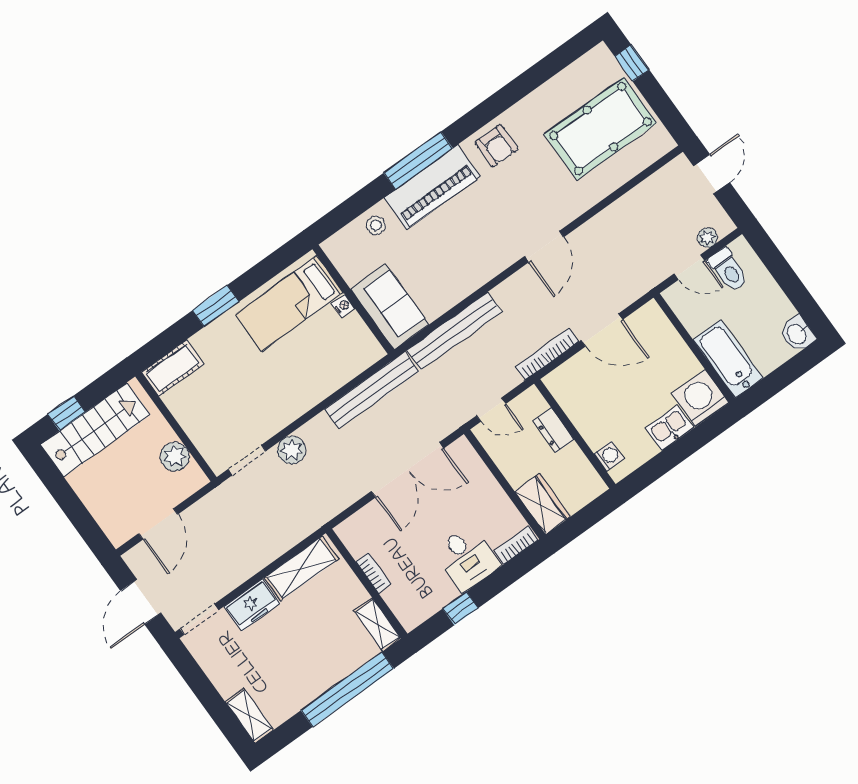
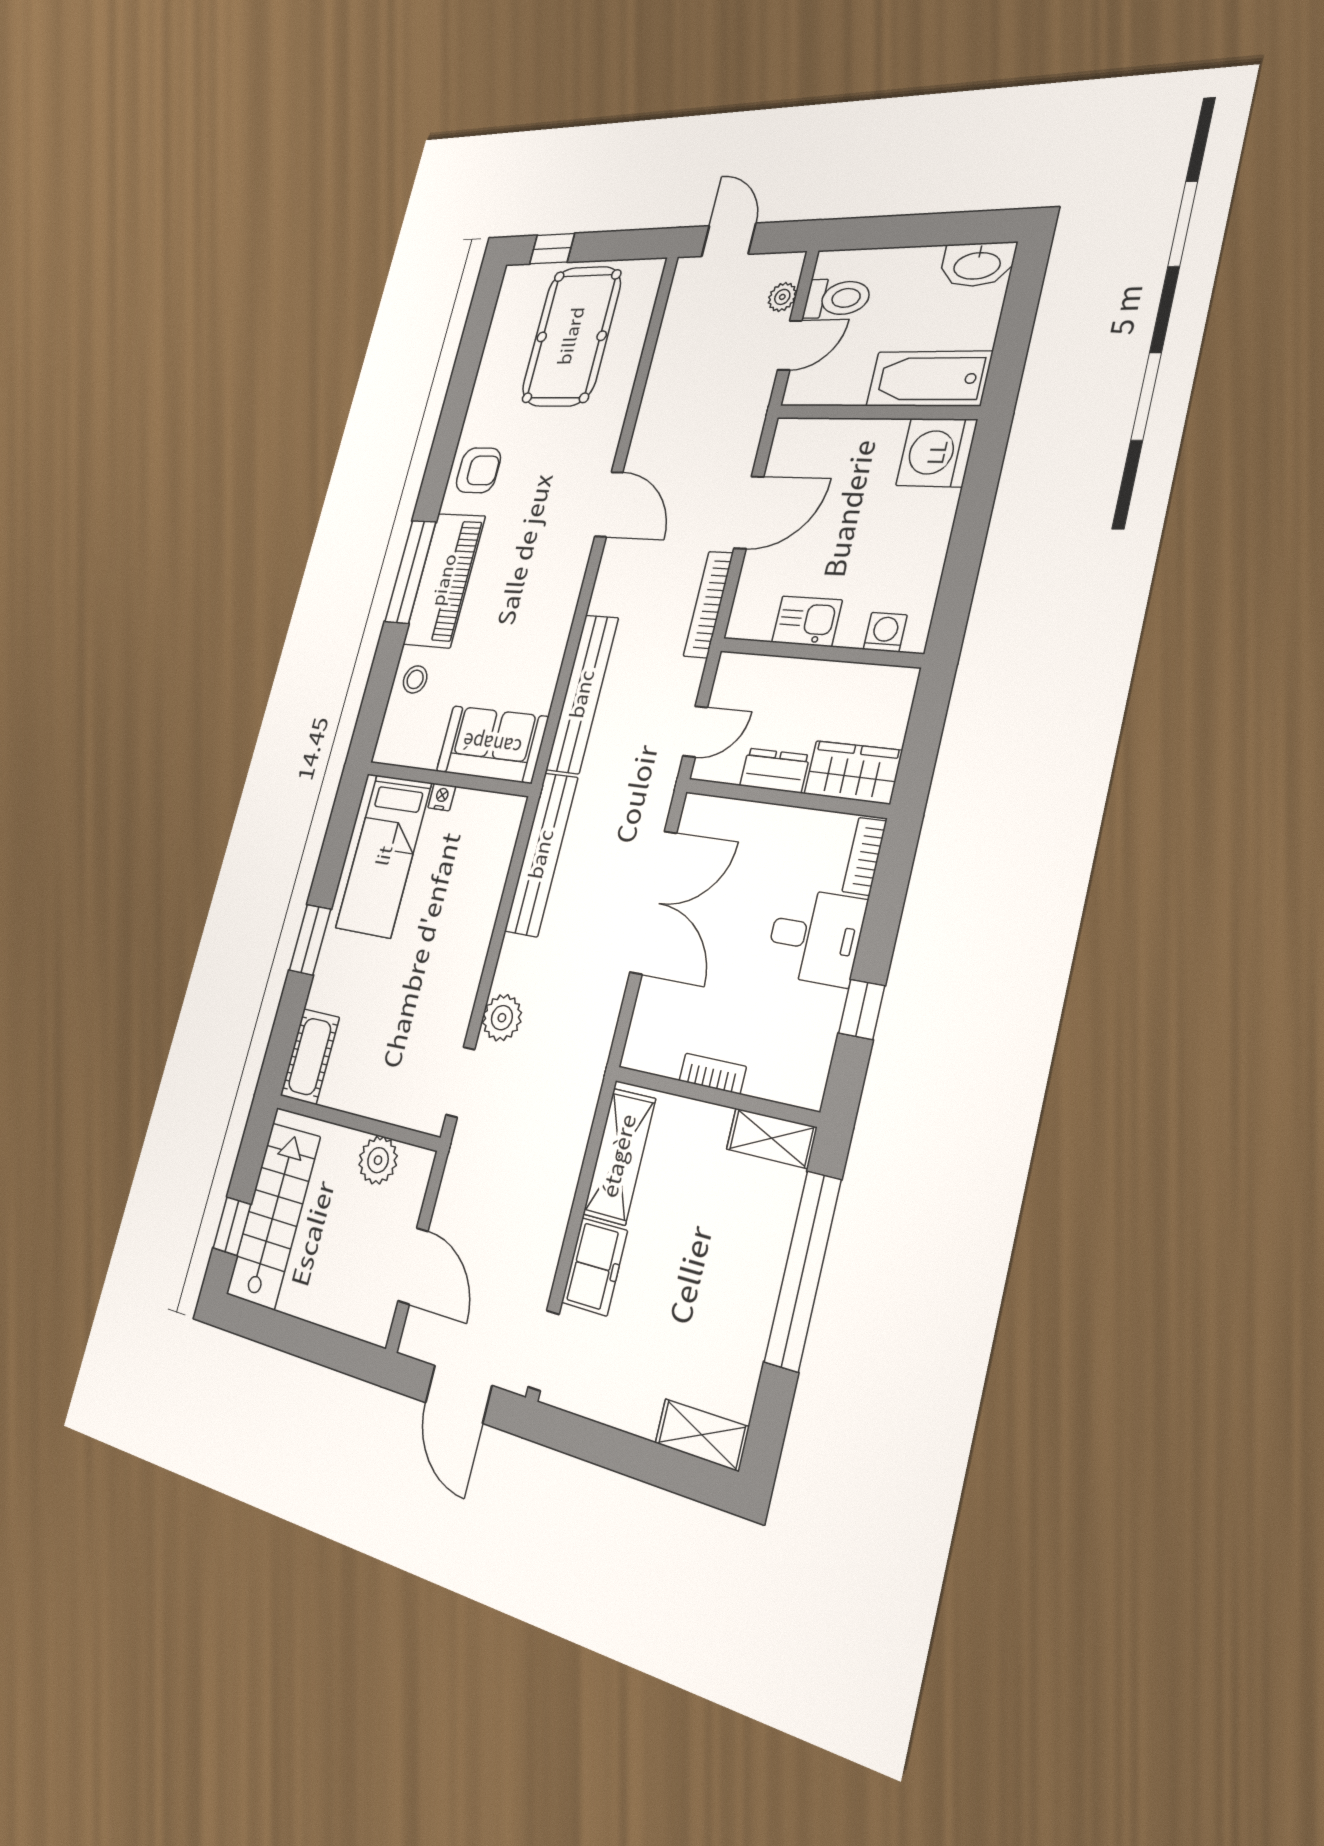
washbasin: (797, 334) -> (977, 265), width x1.38
kitchen sink: (670, 428) -> (807, 621), moved, turned 90
dresser: (554, 430) -> (774, 770), moved, turned 180

